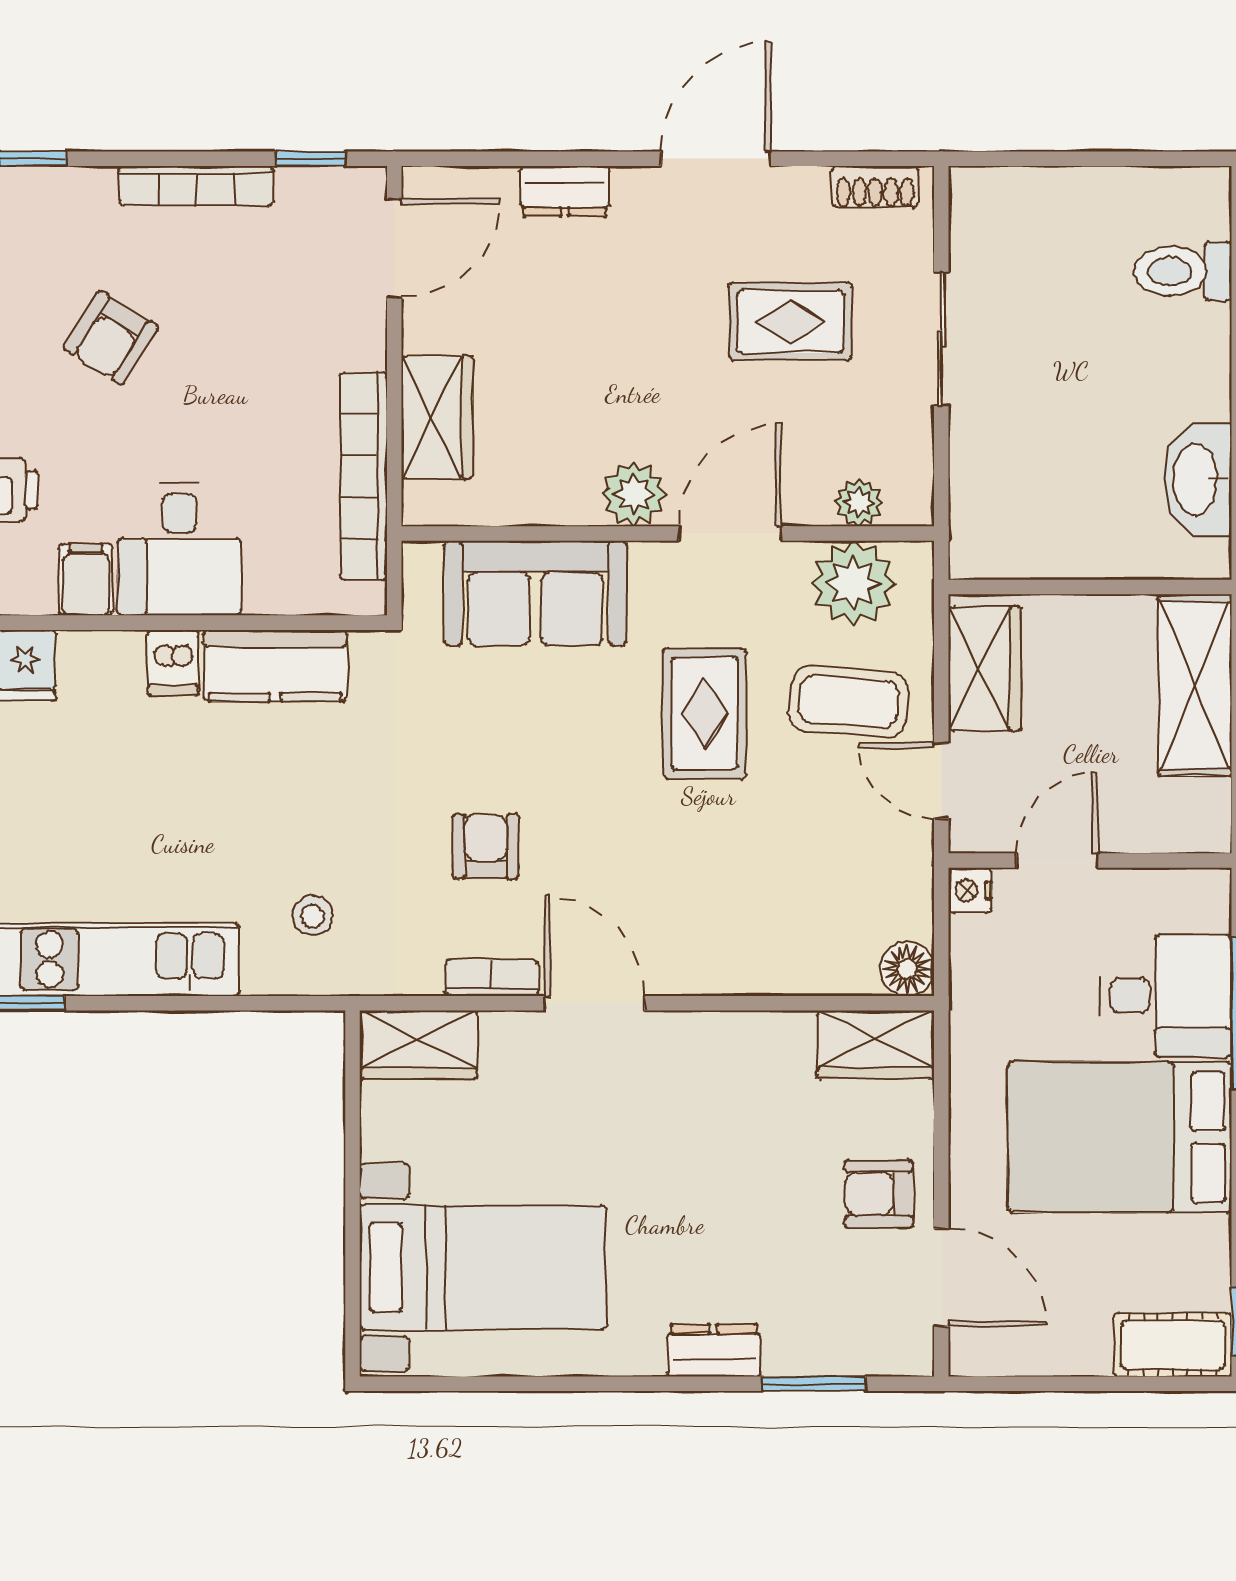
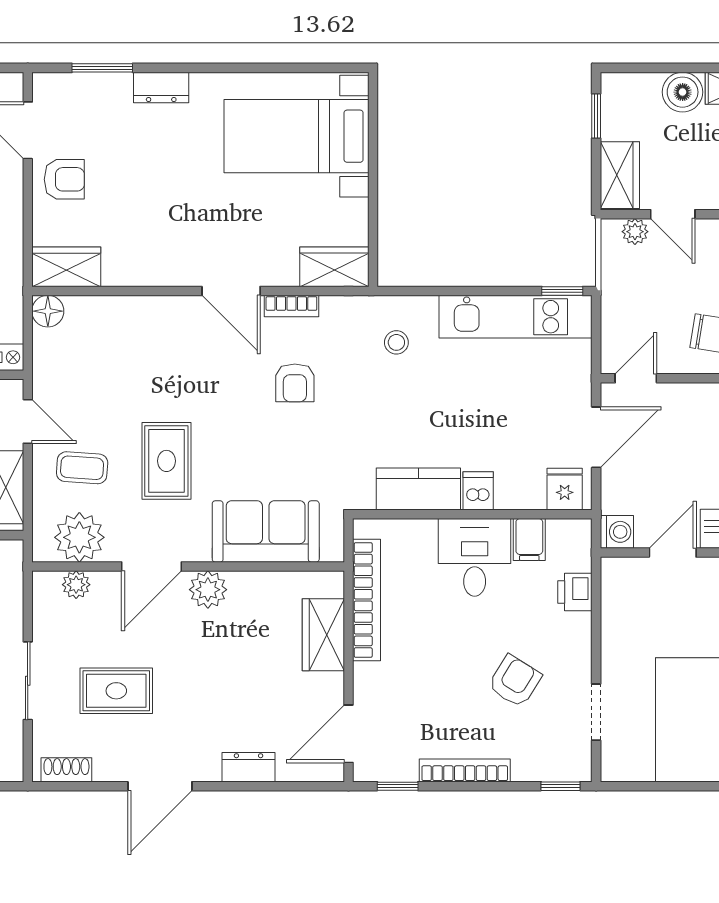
coffee table: (849, 702) -> (82, 468), width x0.73, depth x0.77

